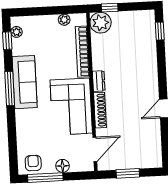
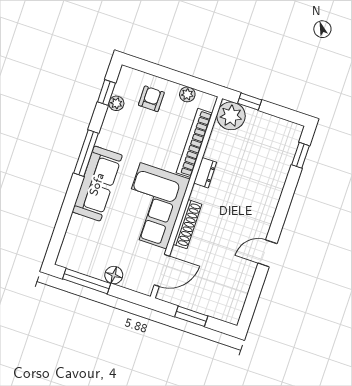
plant: (16, 32) -> (116, 103), moved
dresser: (99, 81) -> (205, 173), moved
sofa: (25, 82) -> (97, 184), moved
armchair: (33, 163) -> (151, 99), moved

